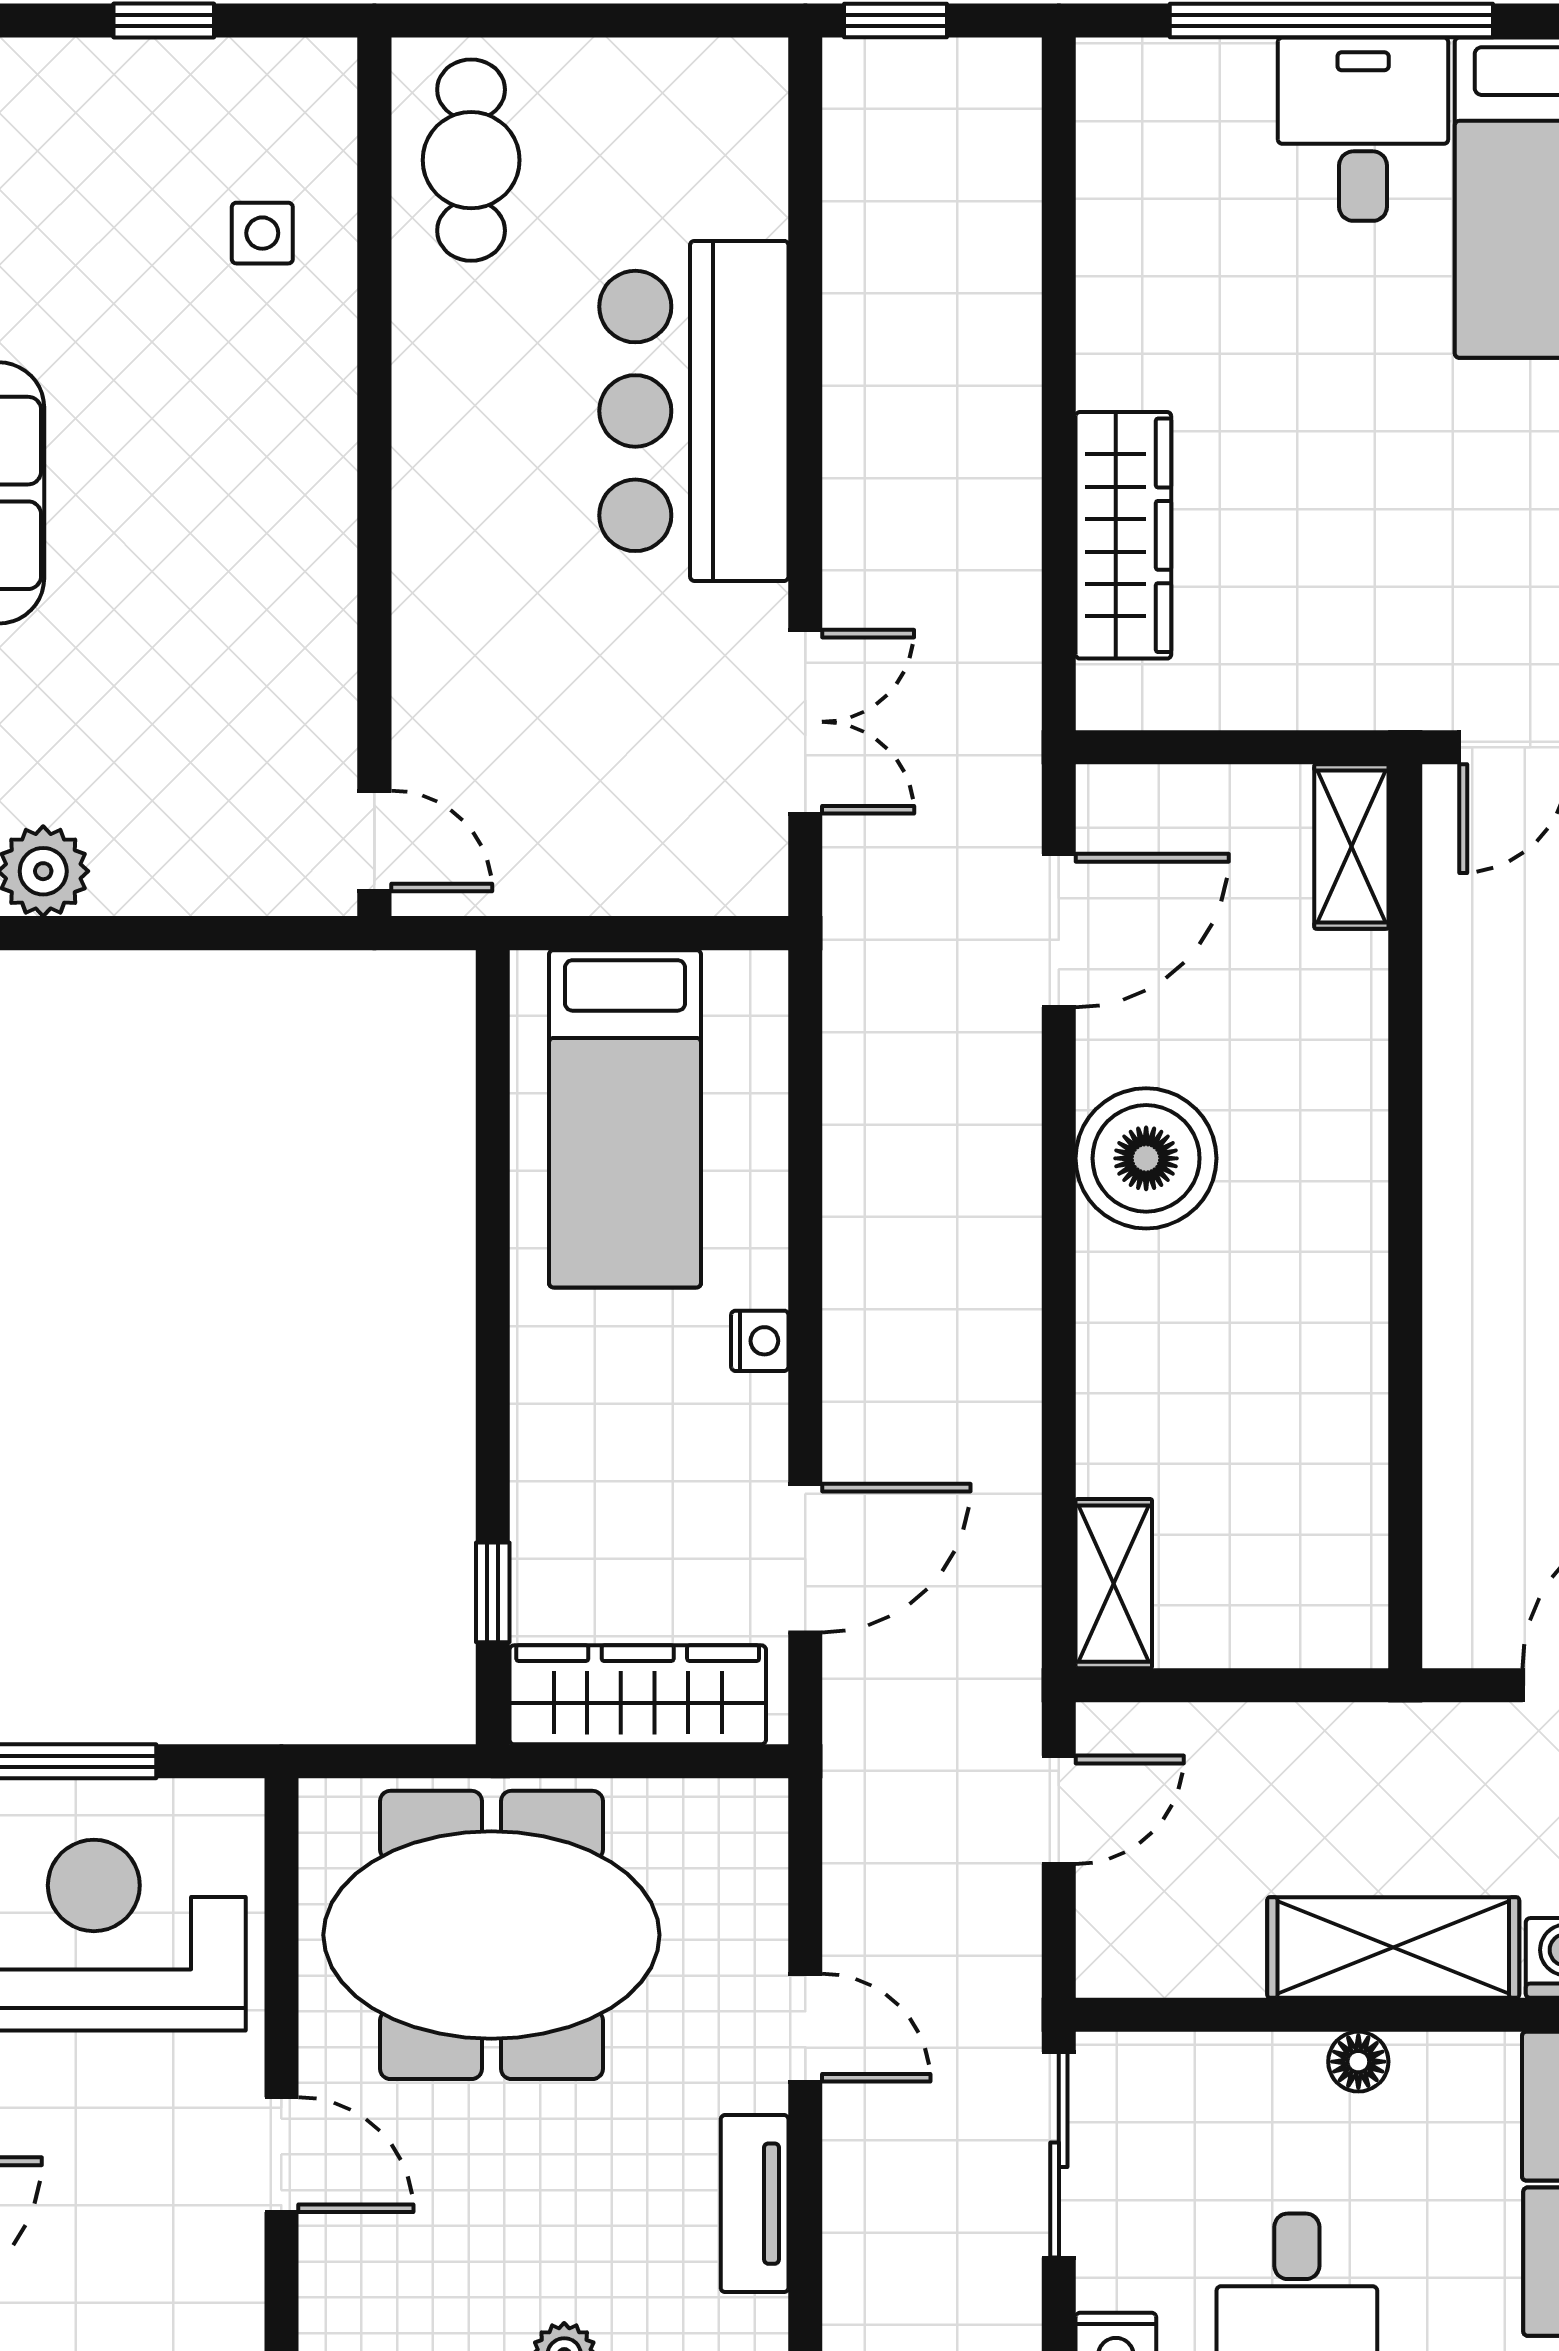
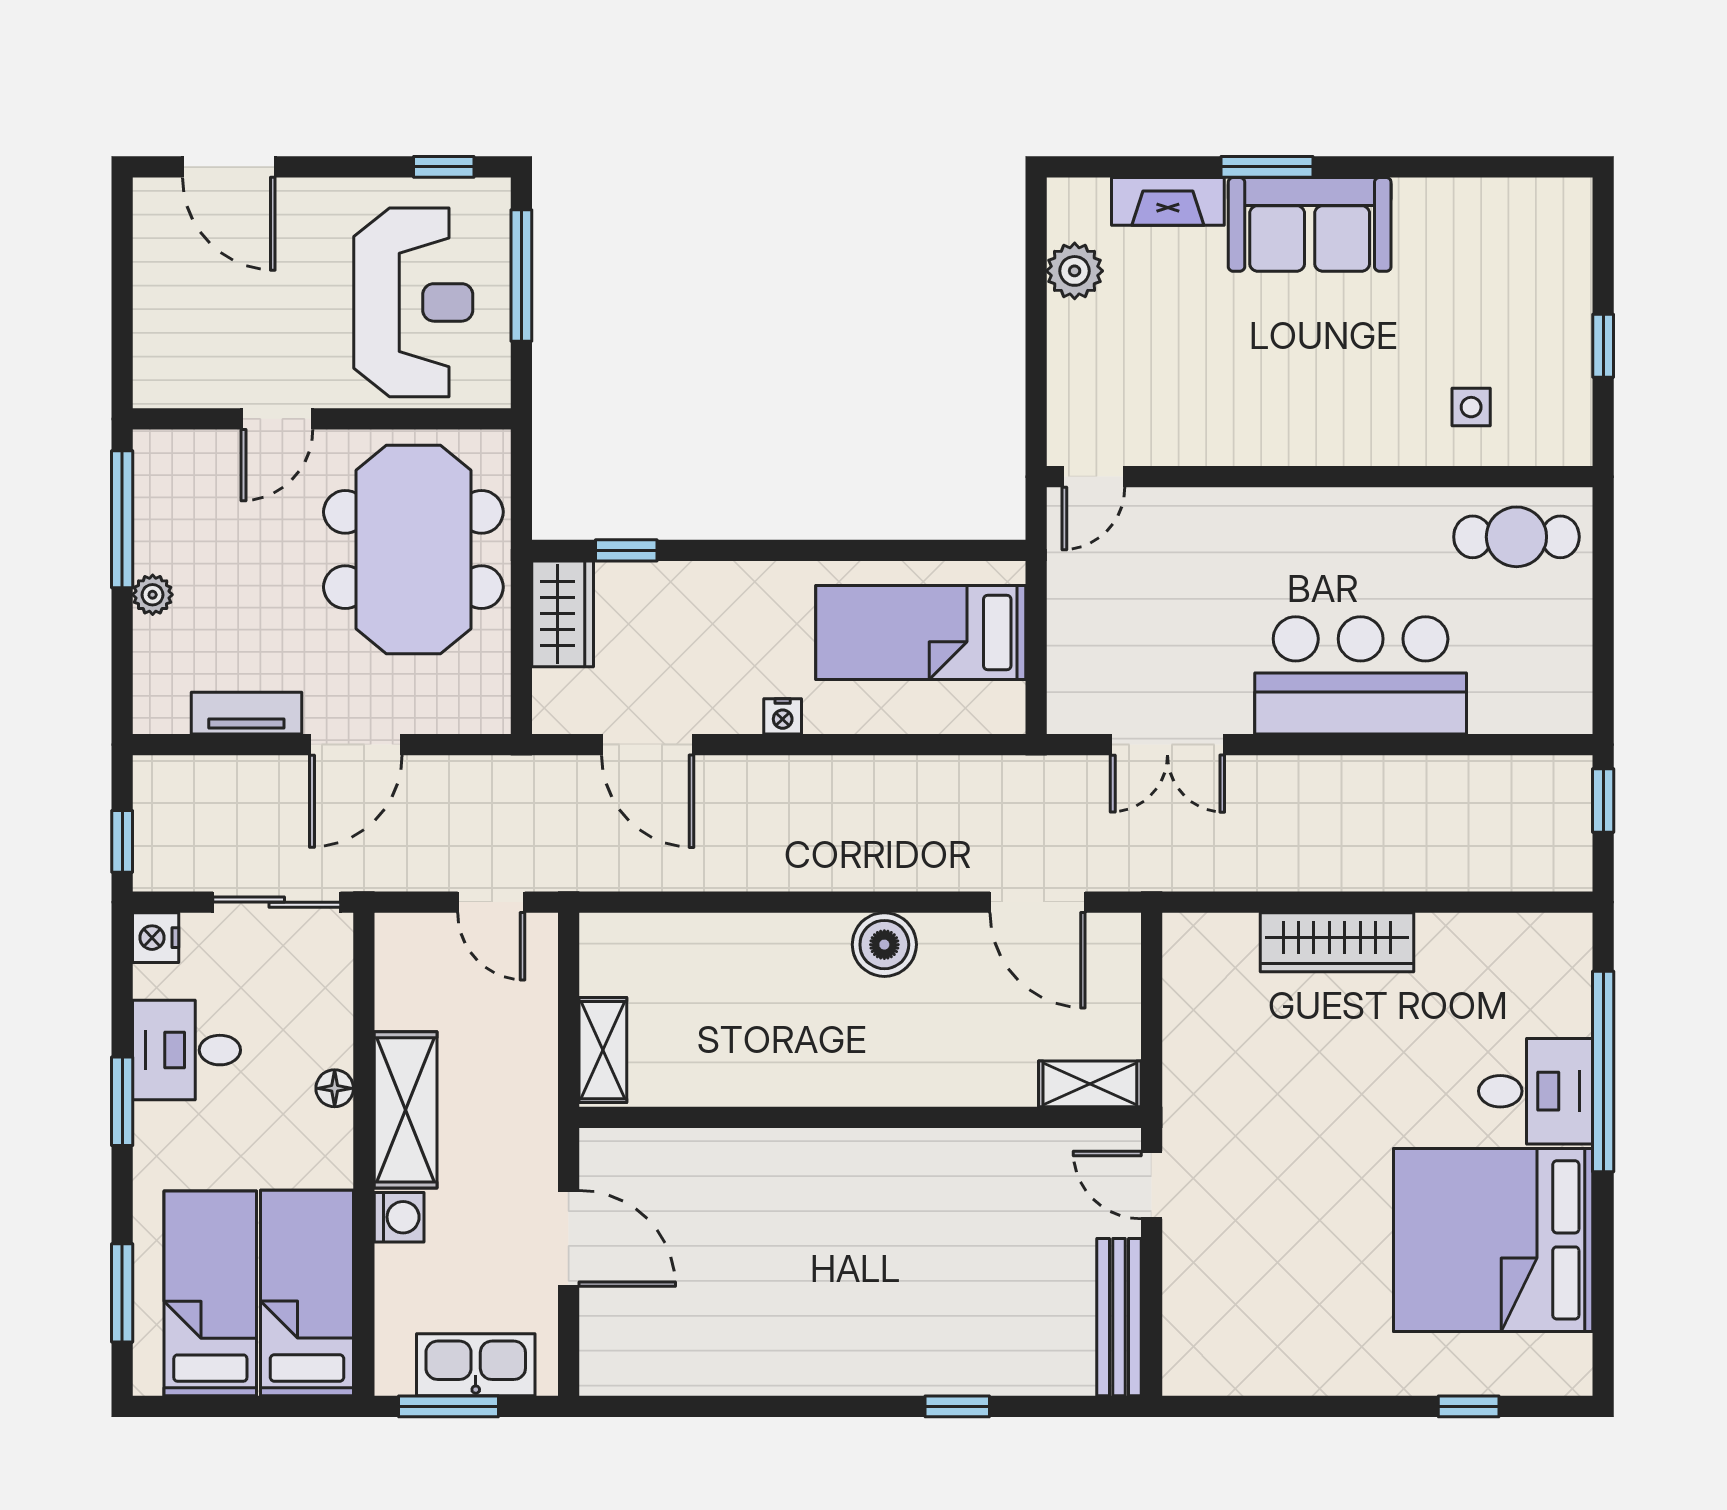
wardrobe: (1123, 535) -> (1337, 942), moved
boiler: (1146, 1158) -> (884, 945), width x0.73, depth x0.73
shelving: (1114, 1584) -> (603, 1050), moved, turned 90
wardrobe: (638, 1695) -> (563, 614), width x0.67
door: (805, 2028) -> (356, 745), width x1.38

